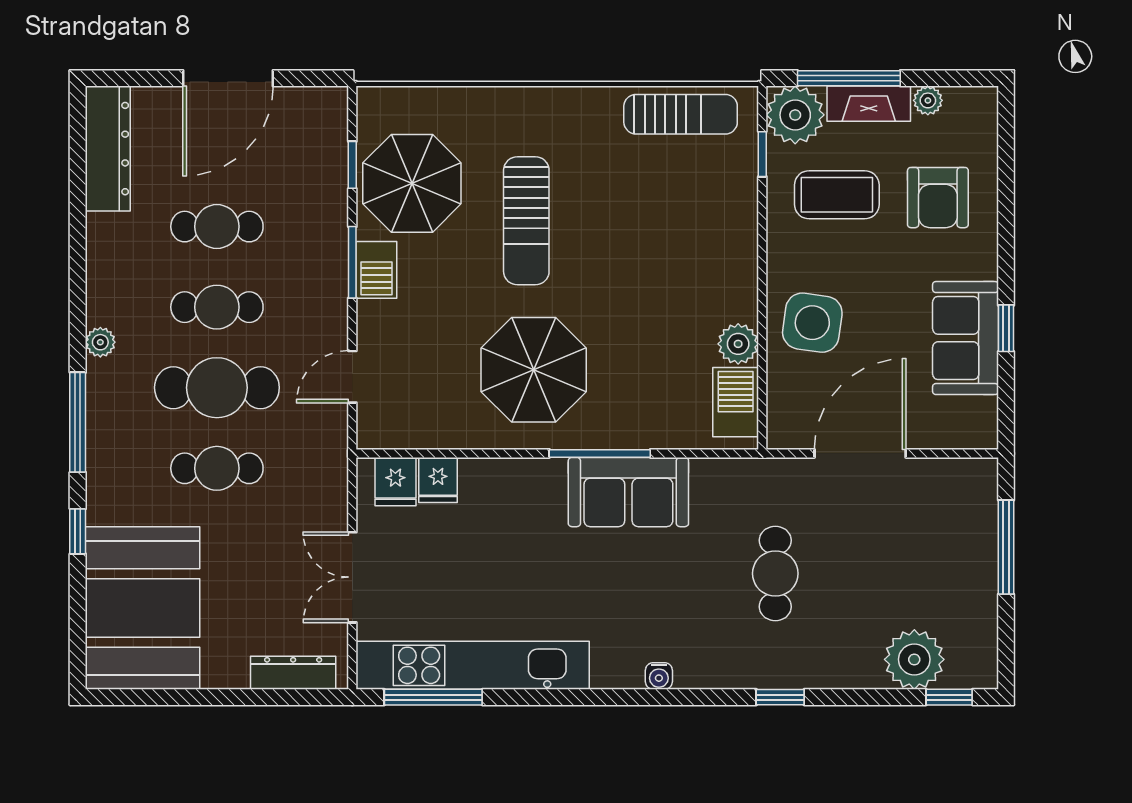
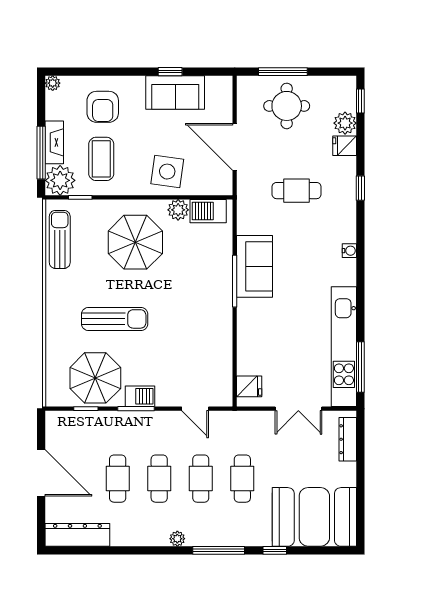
plant: (928, 100) -> (53, 83), moved
armchair: (938, 198) -> (103, 107), turned 90
parasol: (534, 370) -> (135, 242), moved
cafe table: (217, 388) -> (201, 479), width x0.73, depth x0.74
fridge: (438, 480) -> (345, 146), moved, turned 180
round table: (939, 554) -> (287, 106), added
plant: (914, 659) -> (345, 123), width x0.73, depth x0.73

